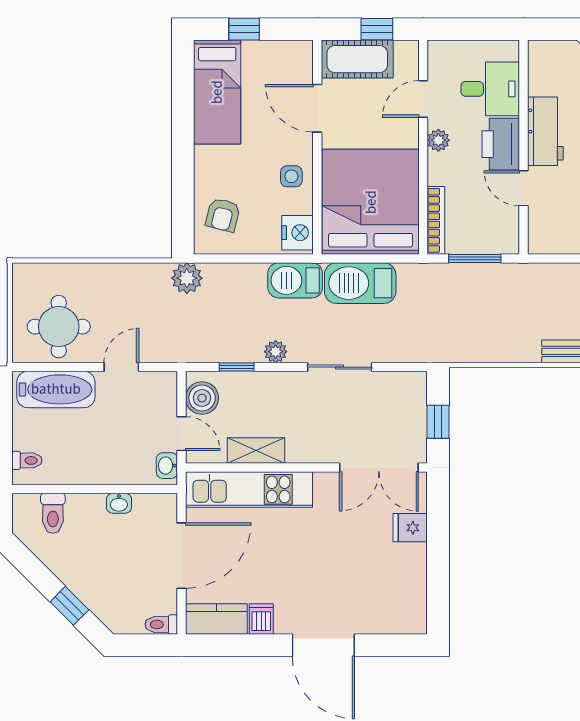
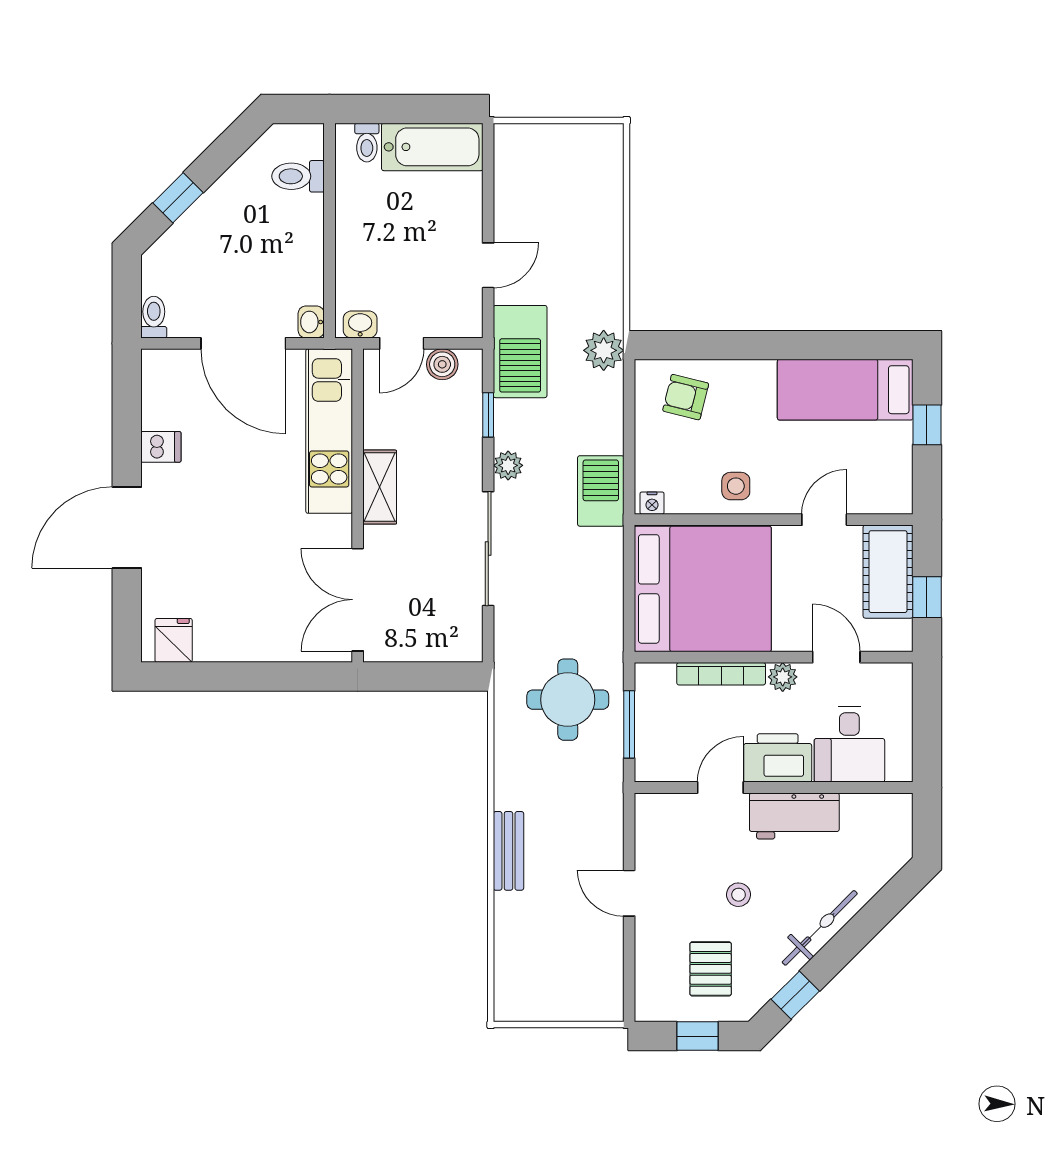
door: (317, 108) -> (824, 520), width x0.73
bookcase: (436, 220) -> (721, 674), moved
nightstand: (298, 233) -> (652, 503), width x0.53, depth x0.56
barbecue: (360, 283) -> (520, 352), moved, turned 180
round table: (59, 327) -> (568, 700), moved
door: (121, 367) -> (488, 265), hinge flipped
sliding door: (340, 367) -> (488, 549), width x1.37
bathtub: (56, 389) -> (432, 147), moved, turned -90
boiler: (202, 398) -> (442, 364), width x0.73, depth x0.73
window: (438, 422) -> (417, 676), removed
shelving: (256, 451) -> (380, 487), moved
washbasin: (119, 503) -> (311, 322), moved
fridge: (410, 528) -> (174, 640), moved
kitchen counter: (216, 619) -> (161, 389), removed

